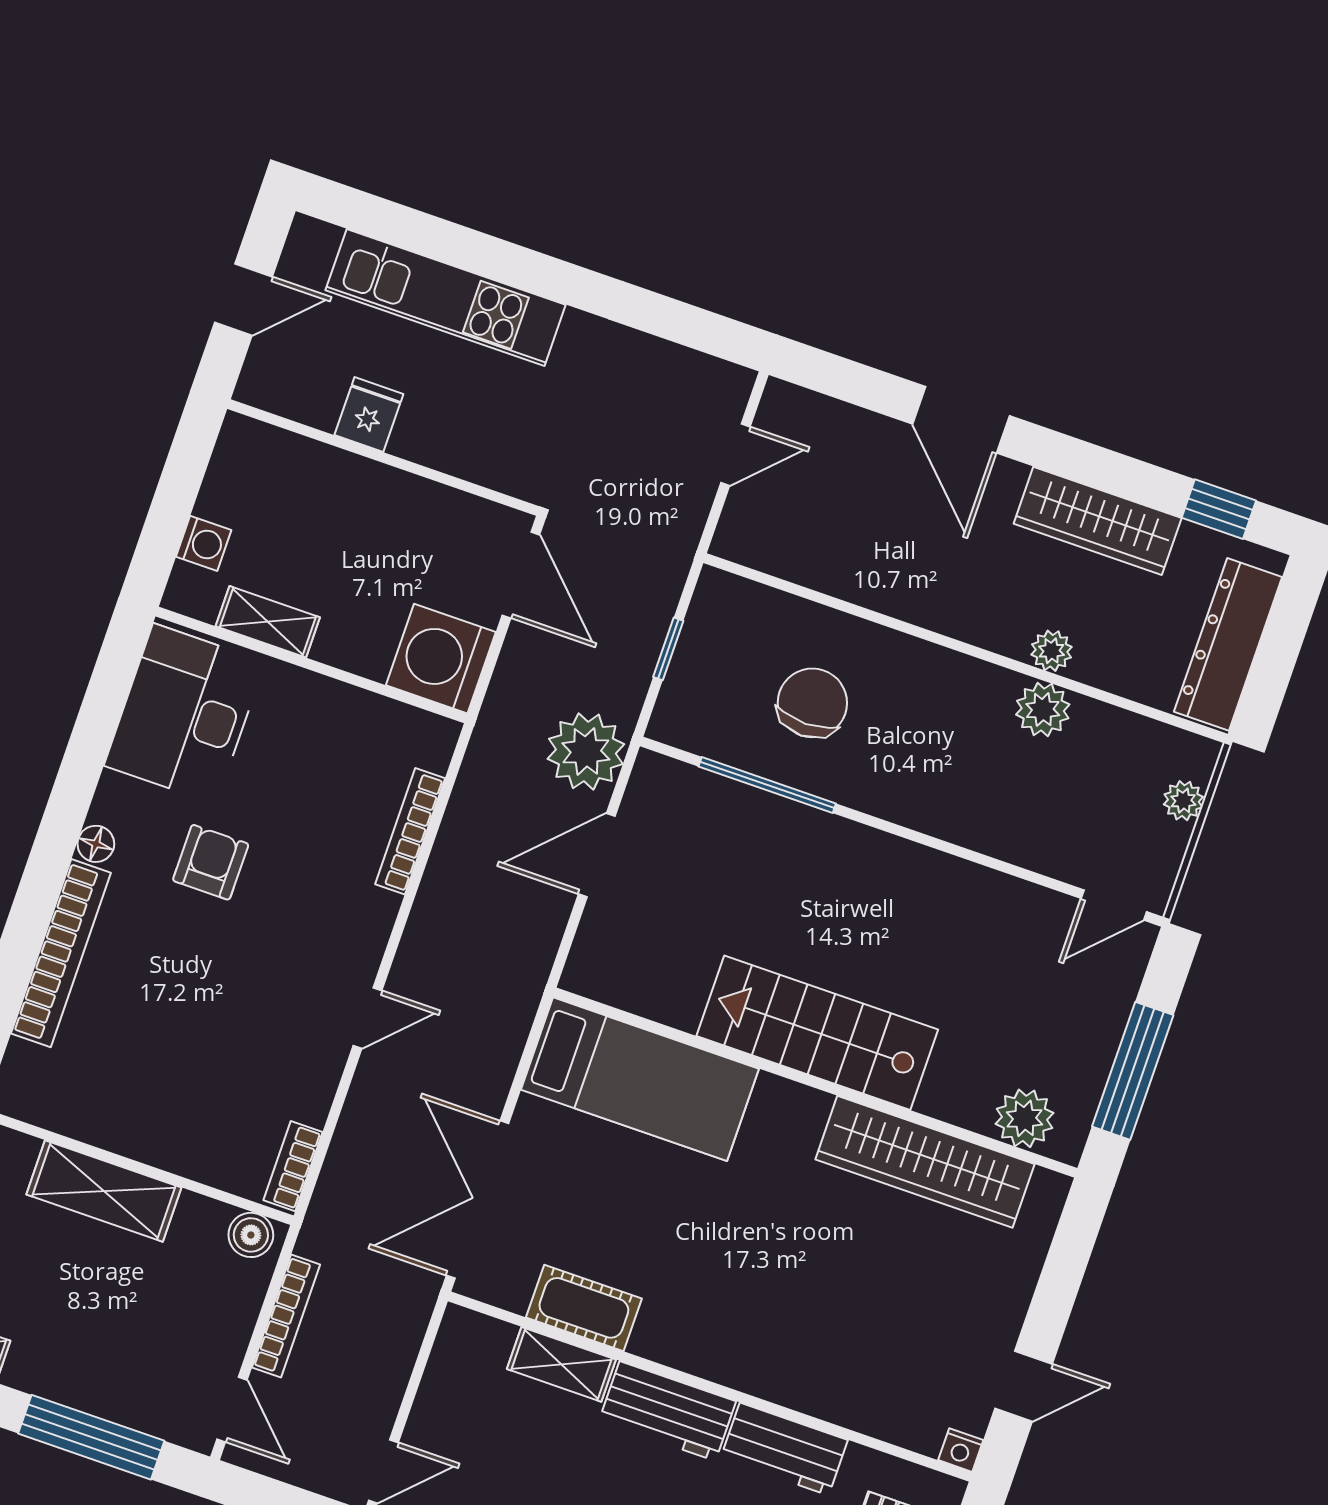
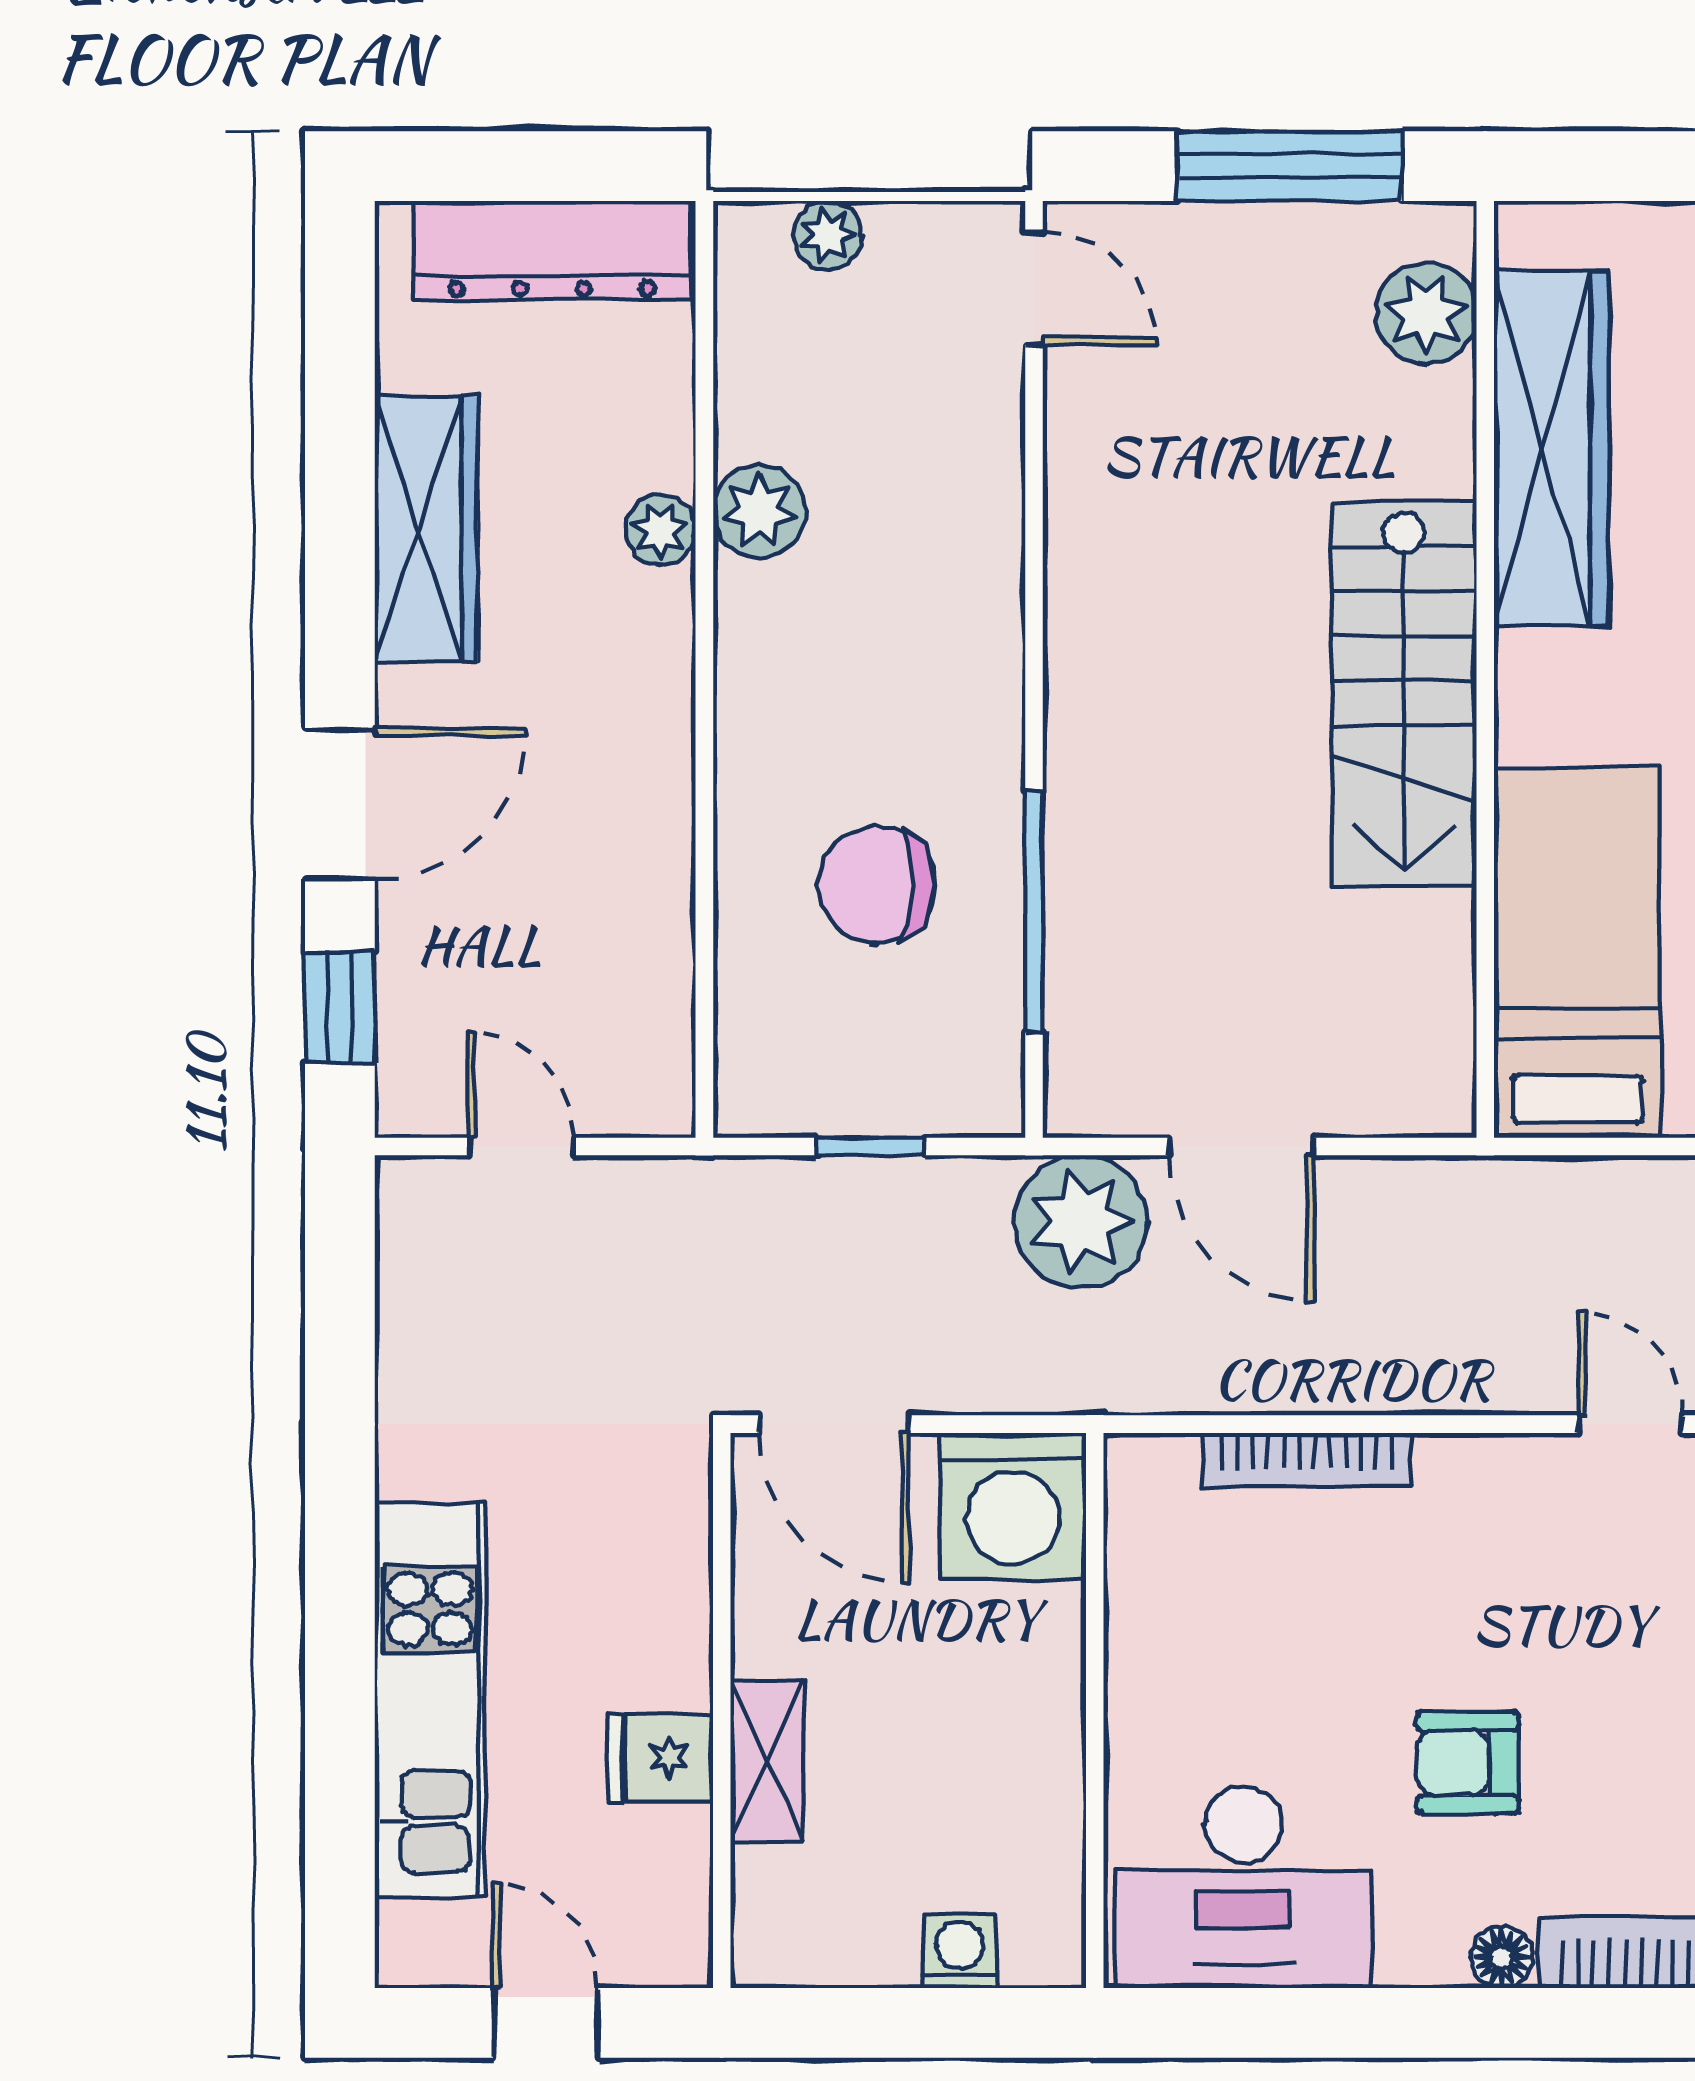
window: (1219, 509) -> (340, 1008), moved
door: (521, 575) -> (834, 1424), swing flipped
shelving: (268, 622) -> (767, 1761), moved

